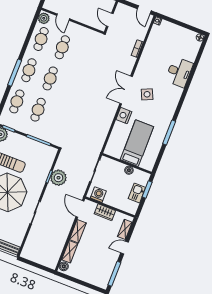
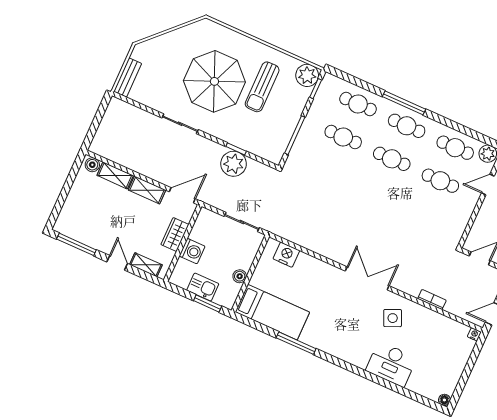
side table: (147, 94) -> (393, 318), moved
nightstand: (124, 116) -> (286, 255), moved
bed: (137, 143) -> (272, 312), moved
washing machine: (98, 195) -> (192, 251), moved

